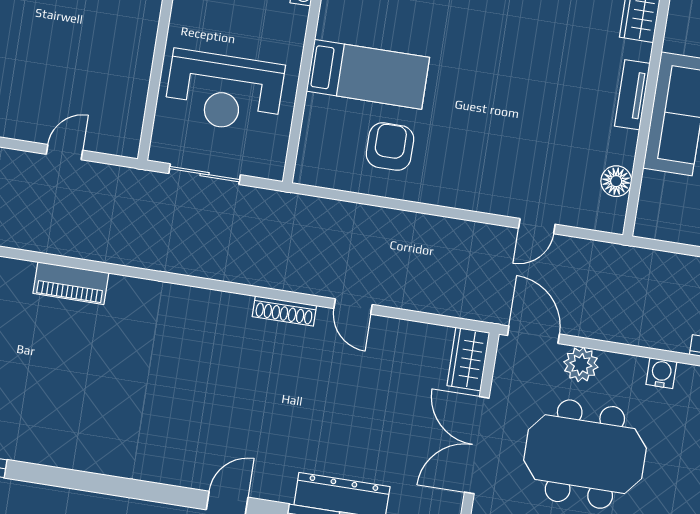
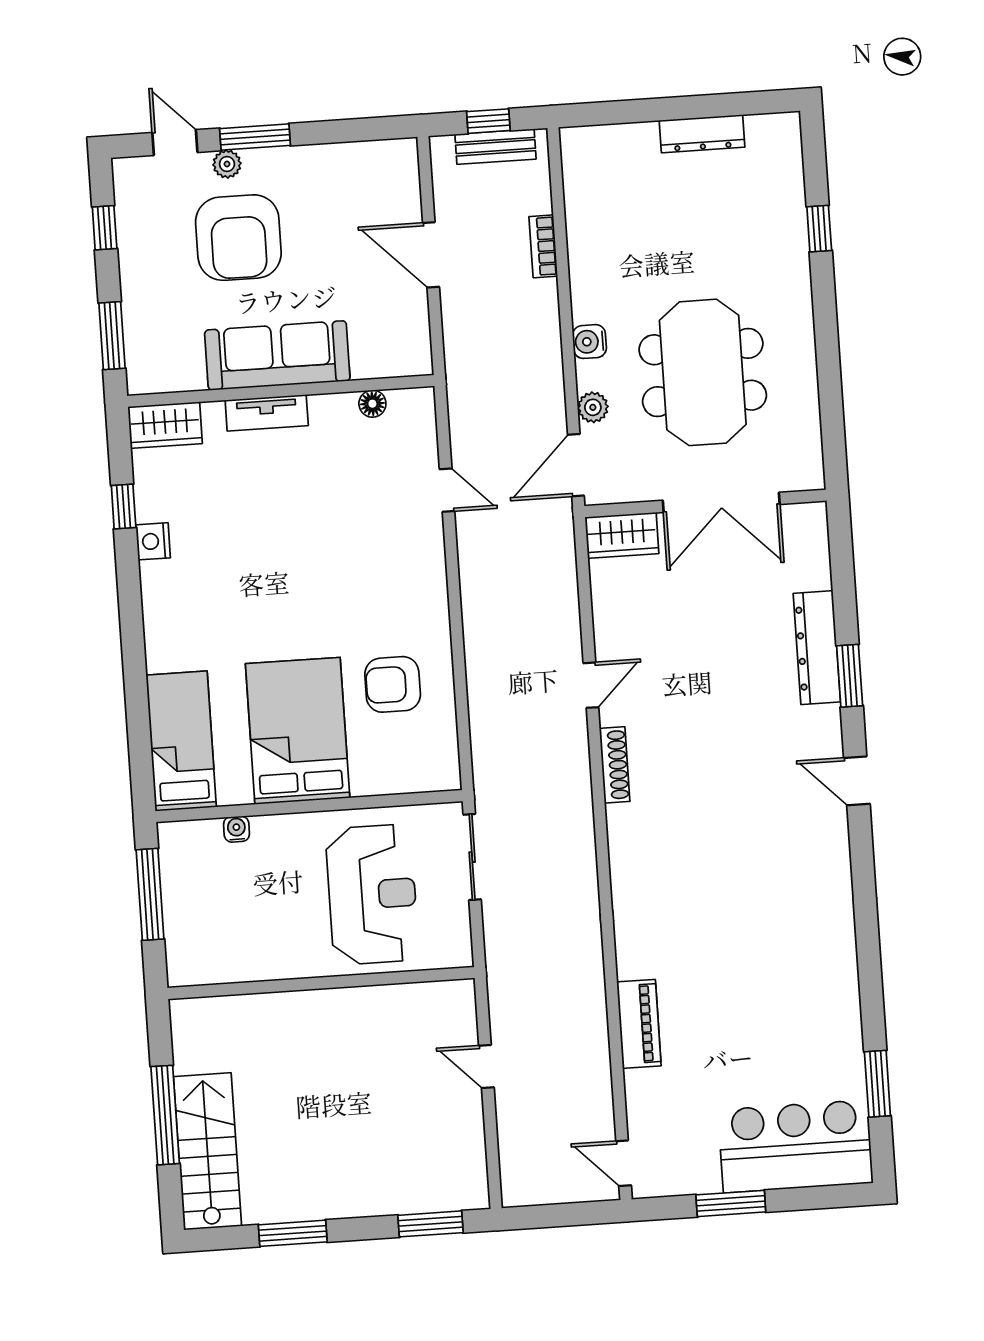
bed: (368, 74) -> (298, 731), width x1.50
sliding door: (205, 174) -> (472, 857), moved
floor lamp: (616, 181) -> (372, 404), width x0.73, depth x0.73
plant: (581, 364) -> (593, 407), width x0.73, depth x0.73
water cooler: (661, 373) -> (589, 342), moved

